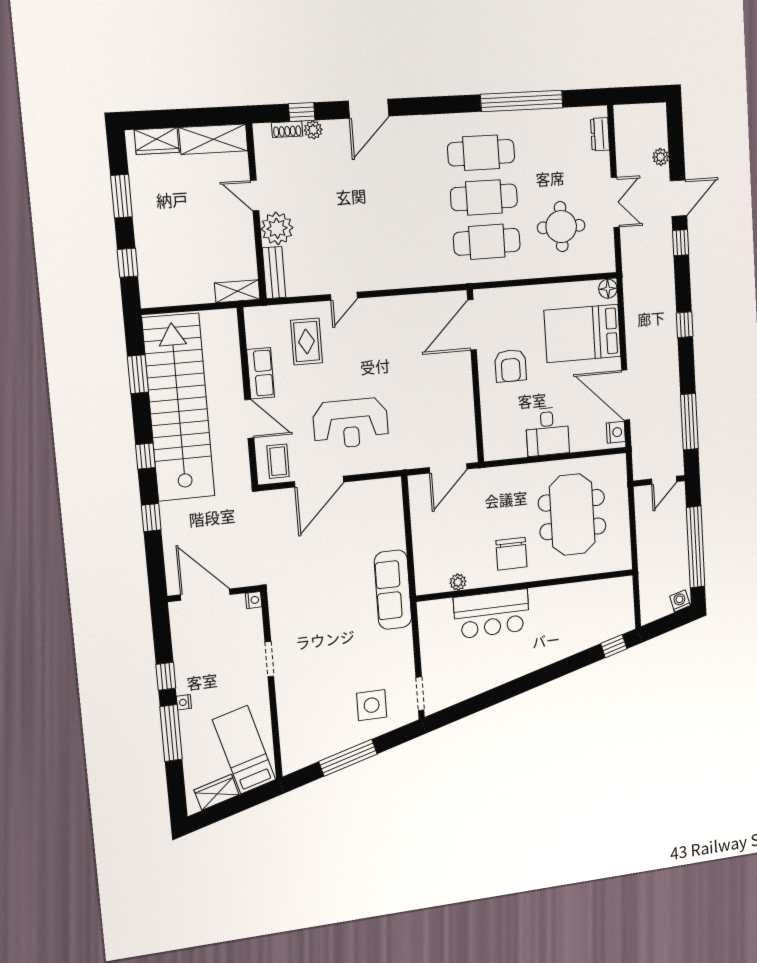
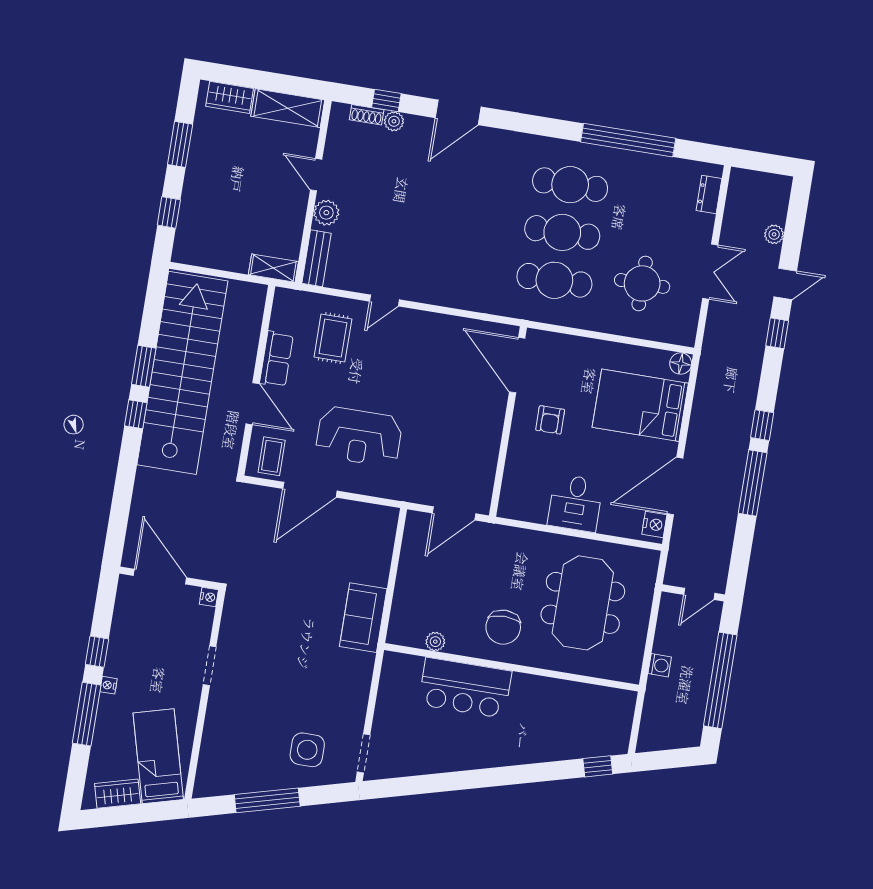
door: (678, 198) -> (785, 284), width x0.73
plant: (277, 228) -> (326, 213), width x0.73, depth x0.73
door: (472, 325) -> (517, 365), hinge flipped
armchair: (511, 366) -> (550, 420), width x0.72, depth x0.72
window: (138, 374) -> (144, 366), moved
door: (626, 395) -> (675, 486), hinge flipped
window: (689, 422) -> (753, 483), moved
window: (151, 518) -> (125, 480), removed
sofa: (393, 590) -> (363, 618), width x0.73
washing machine: (680, 601) -> (660, 665), moved, turned 105

